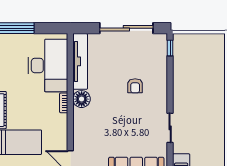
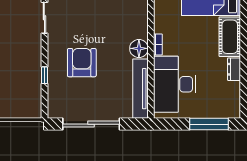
window: (170, 48) -> (44, 75), moved
armchair: (135, 86) -> (82, 63), width x1.88, depth x1.88

